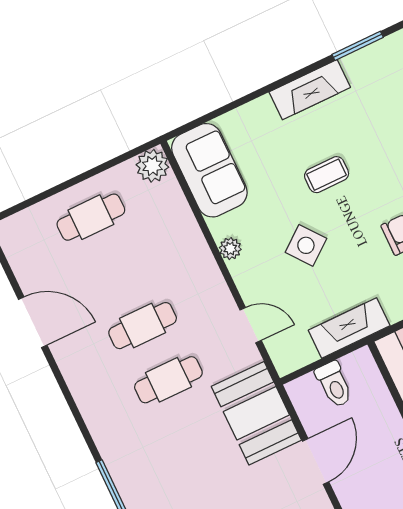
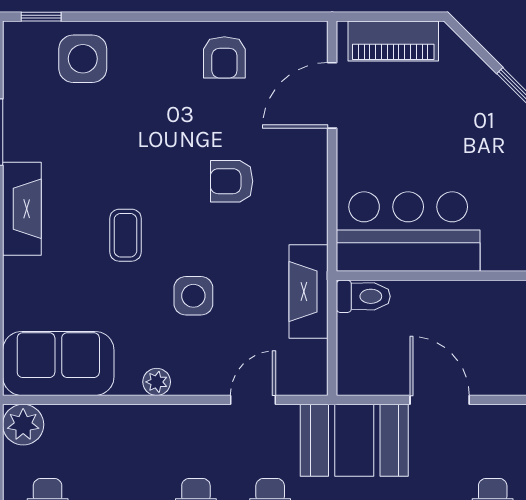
side table: (306, 245) -> (193, 296), turned 38
toilet: (334, 384) -> (363, 296), moved

